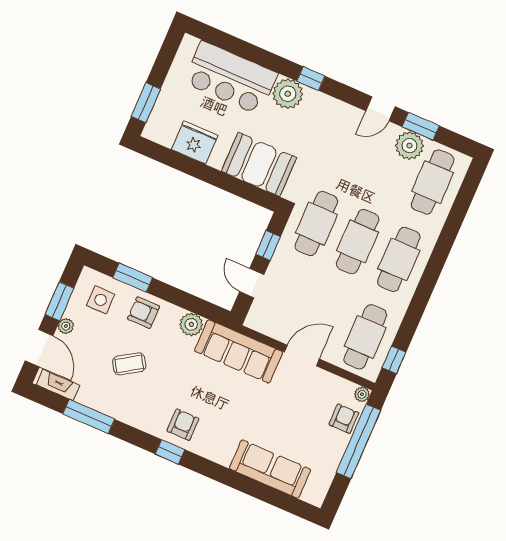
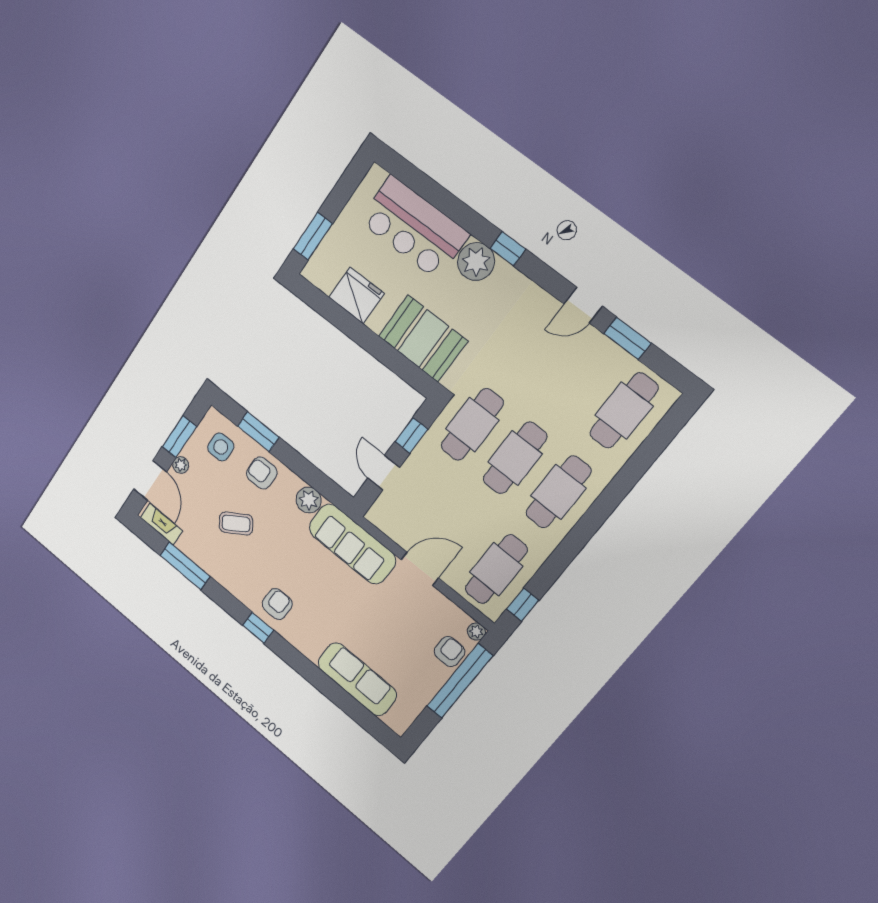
plant: (409, 146) -> (607, 359), removed

